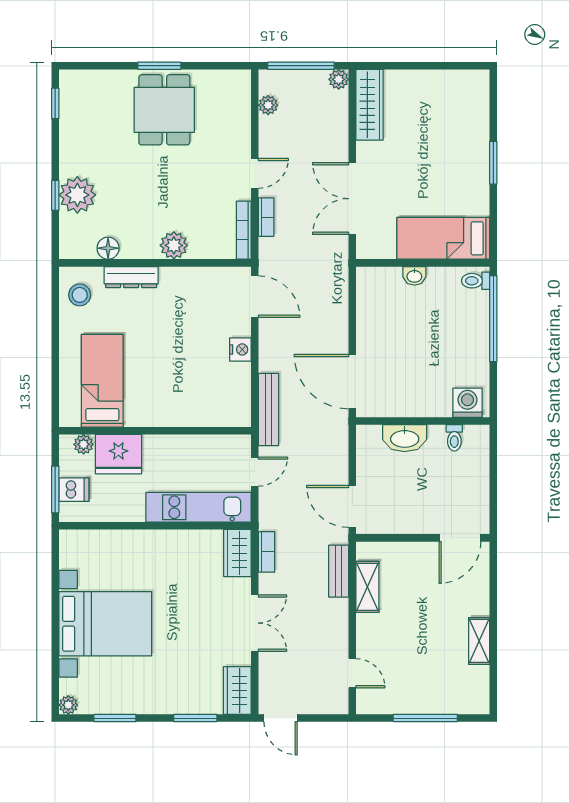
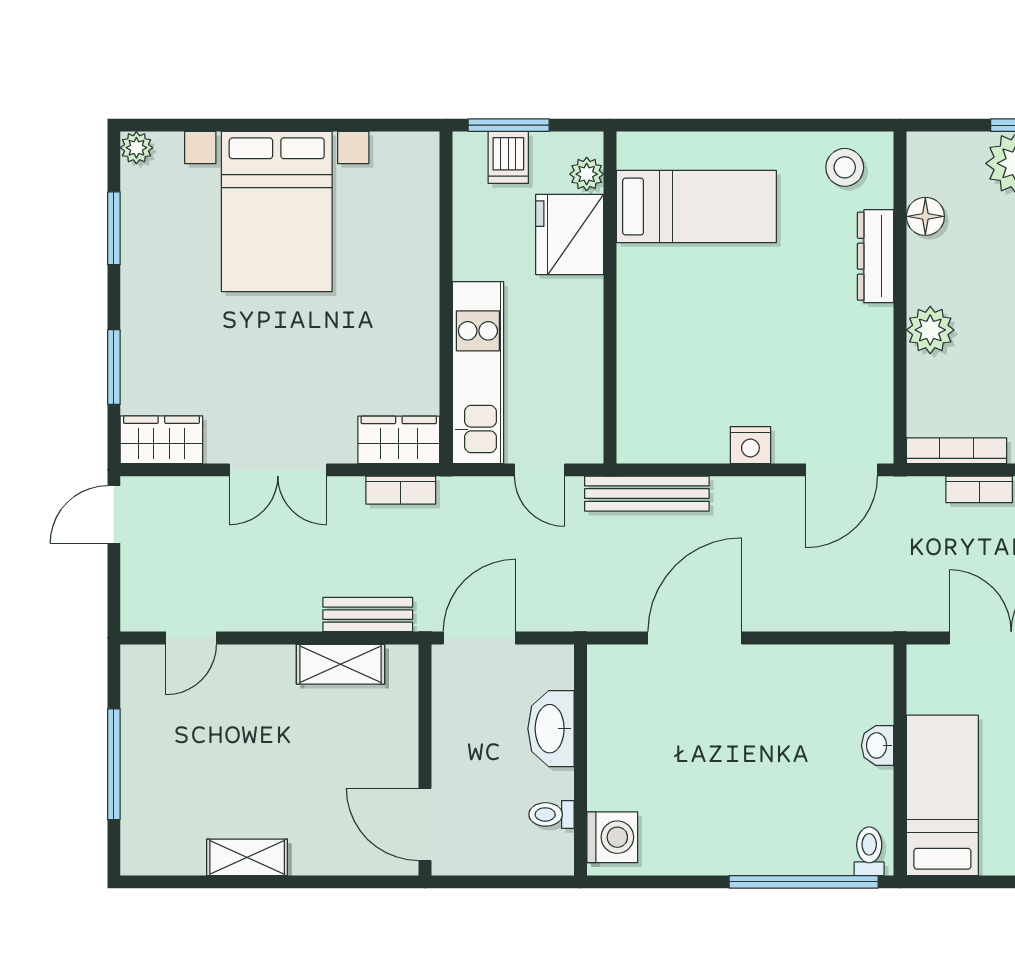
washing machine: (467, 403) -> (612, 837), moved
wall: (423, 421) -> (581, 760), moved
washbasin: (405, 438) -> (551, 729), moved
toilet: (454, 438) -> (552, 814), moved

